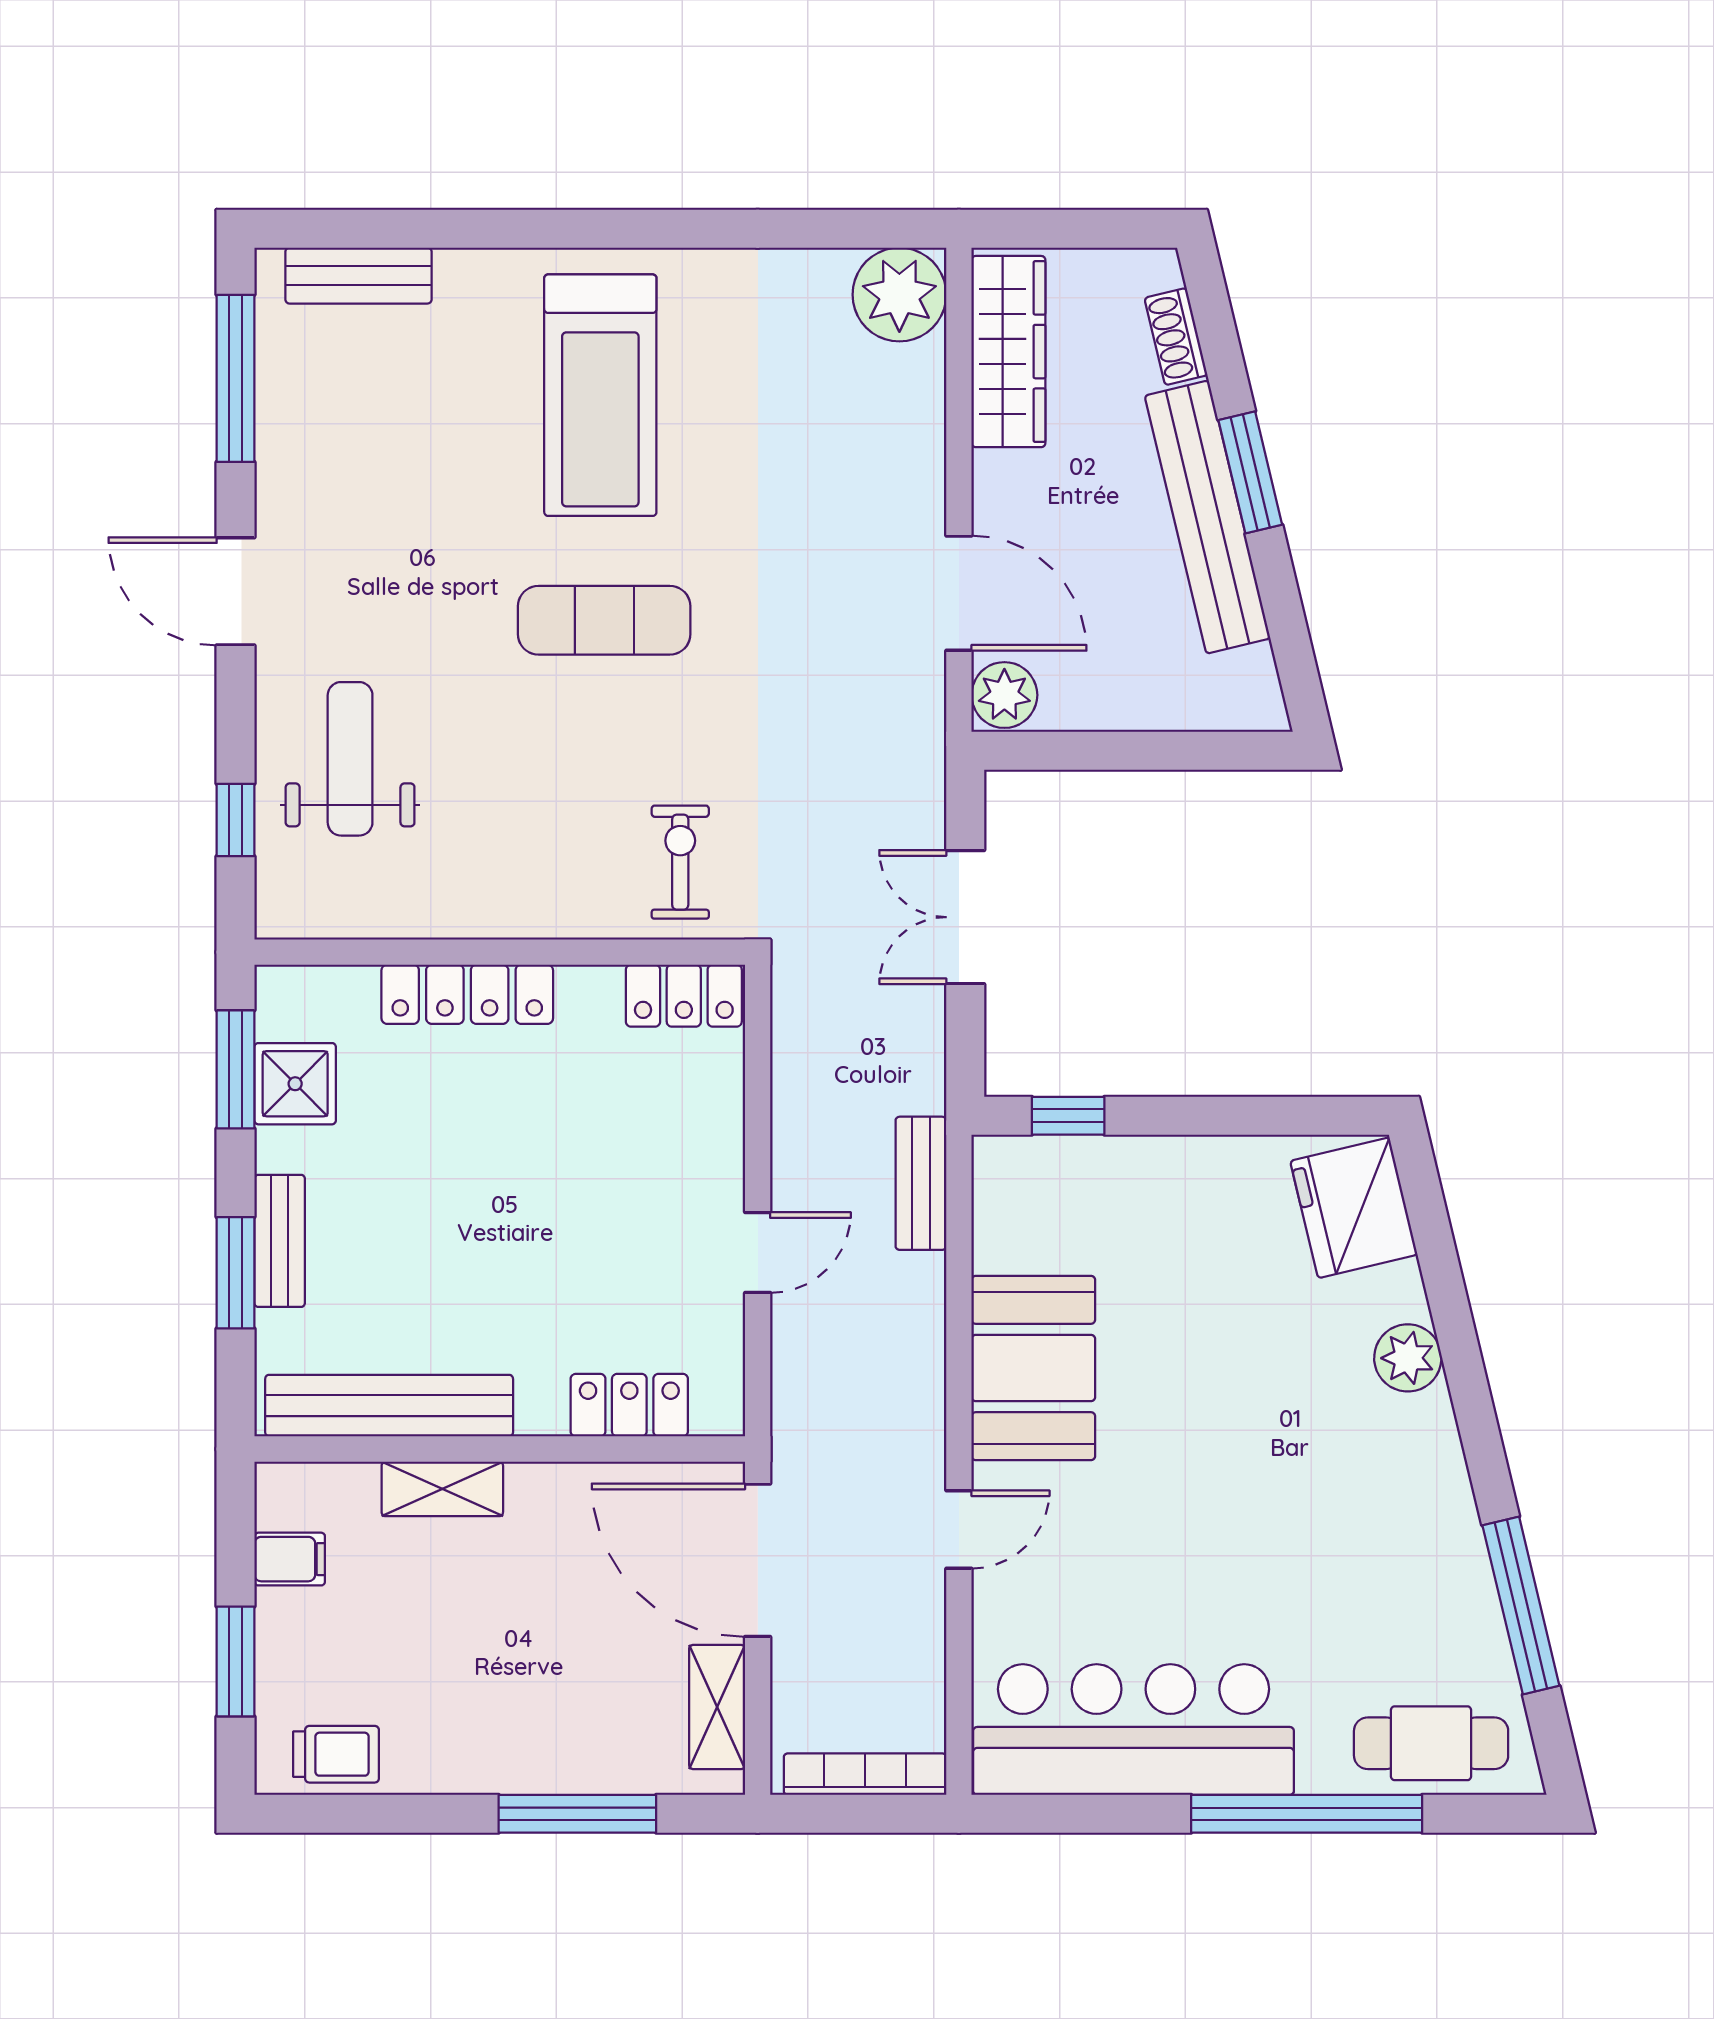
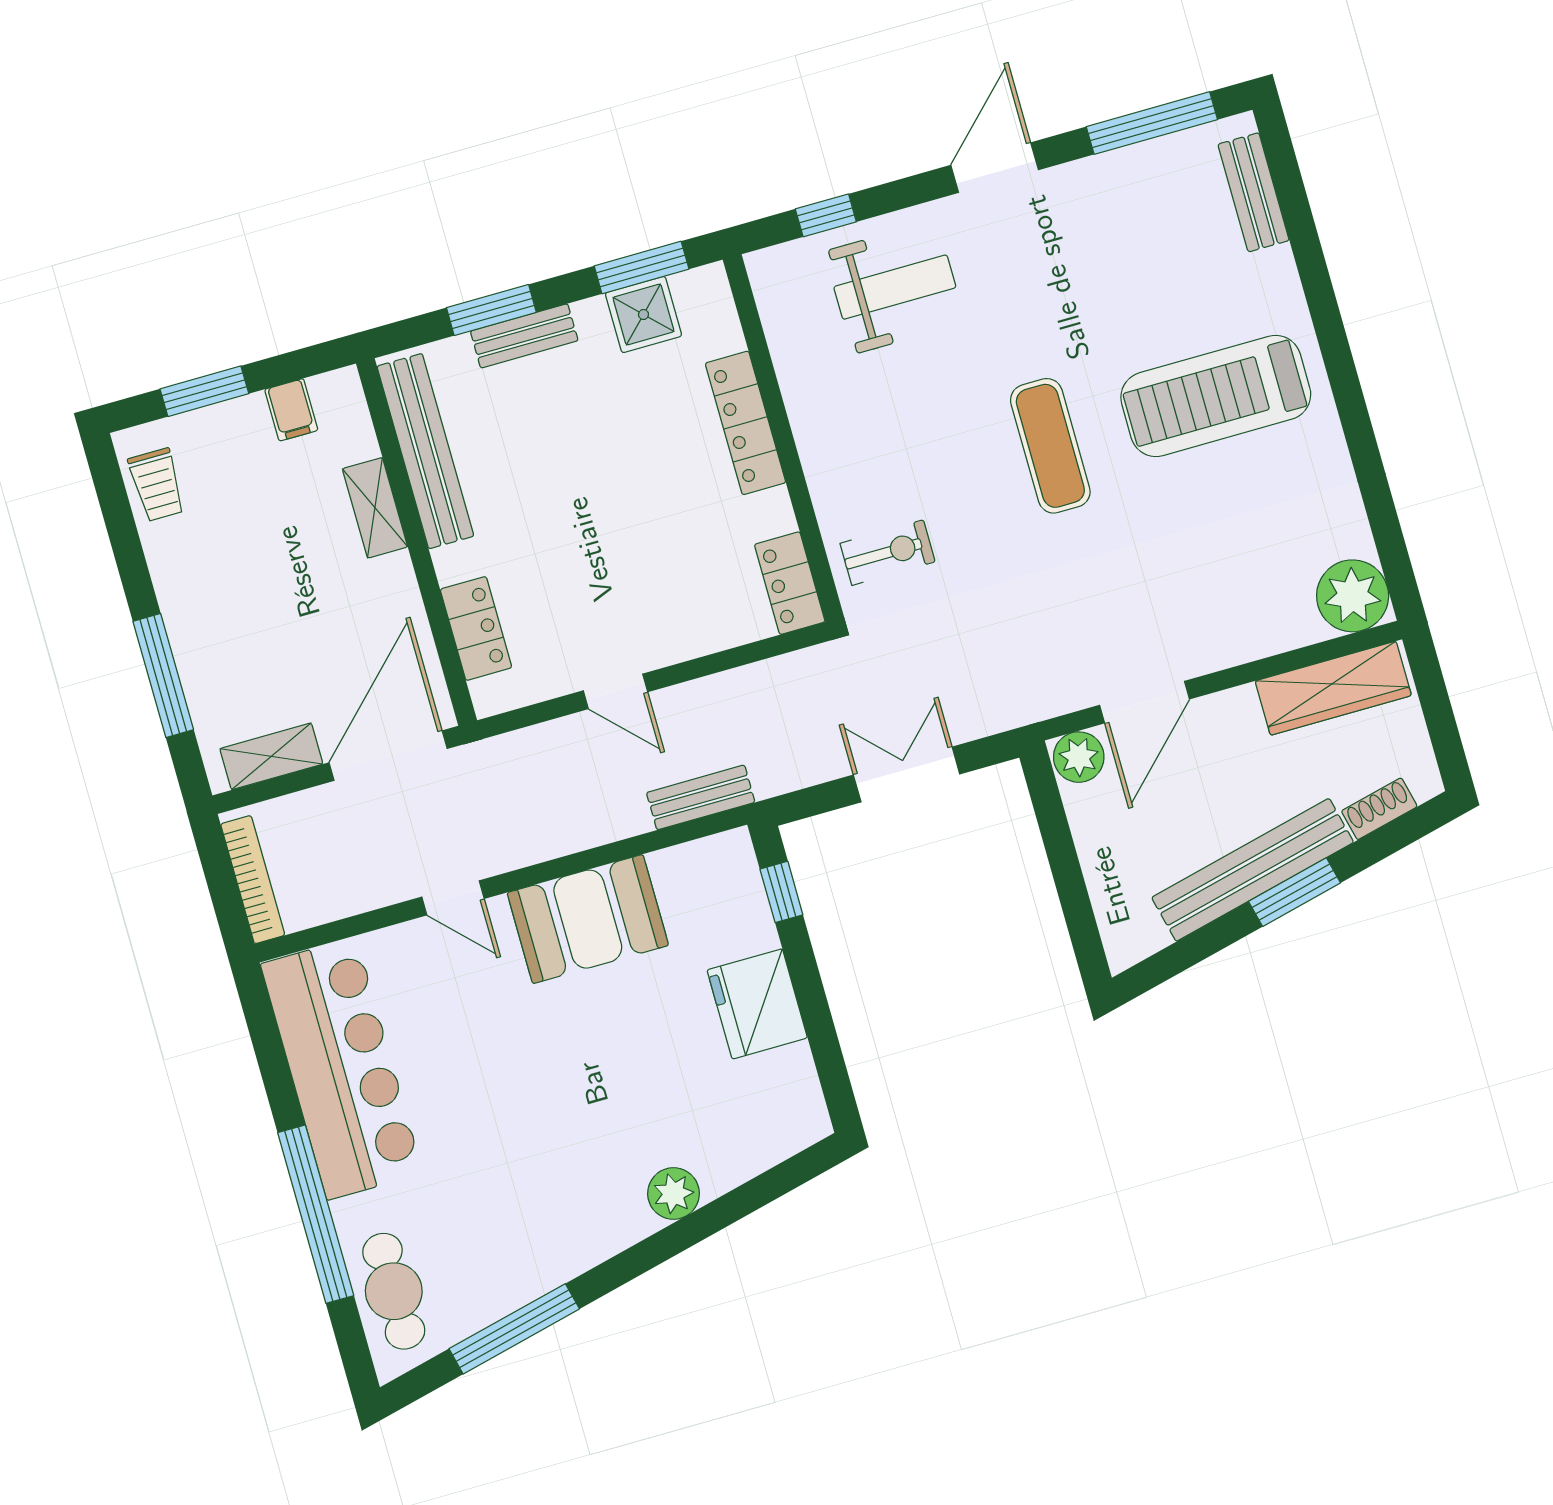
fridge: (1354, 1208) -> (757, 1004), moved, turned -77

